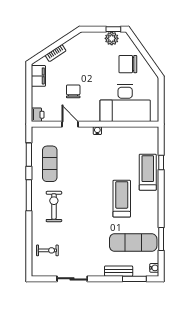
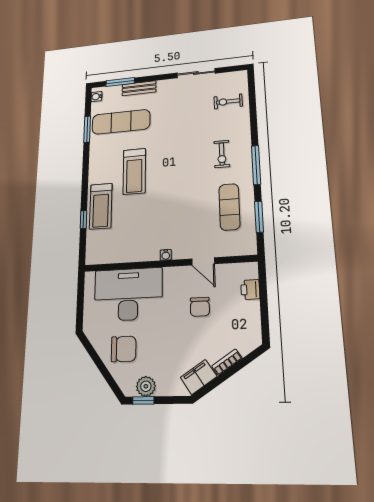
filing cabinet: (38, 76) -> (199, 377), moved, turned 57
printer: (38, 115) -> (250, 290), moved
exercise bike: (54, 206) -> (222, 154), width x0.73, depth x0.72

